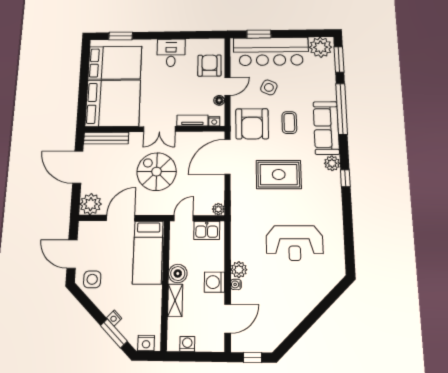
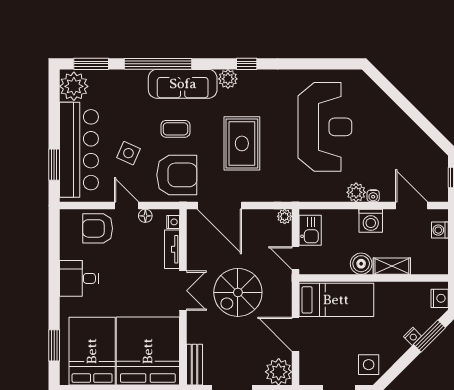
bench: (106, 138) -> (194, 365), width x0.73
reception desk: (295, 243) -> (325, 127), width x1.36, depth x1.30
washing machine: (187, 344) -> (440, 230), moved

